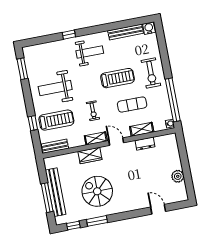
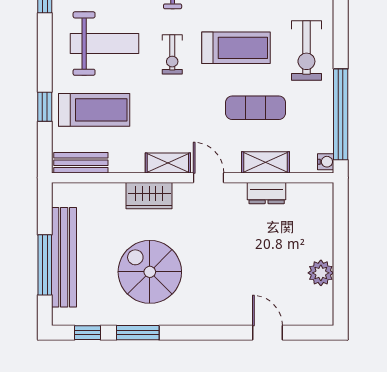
weight bench: (55, 88) -> (105, 44), turned 180
exercise bike: (93, 111) -> (172, 54), moved

